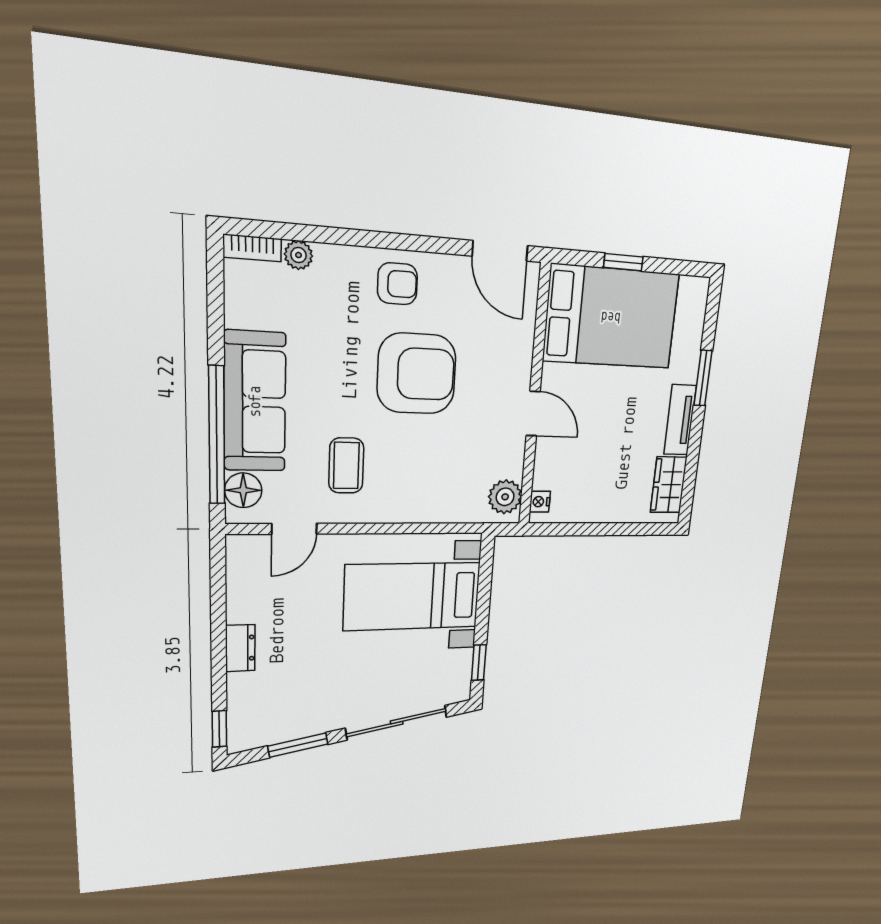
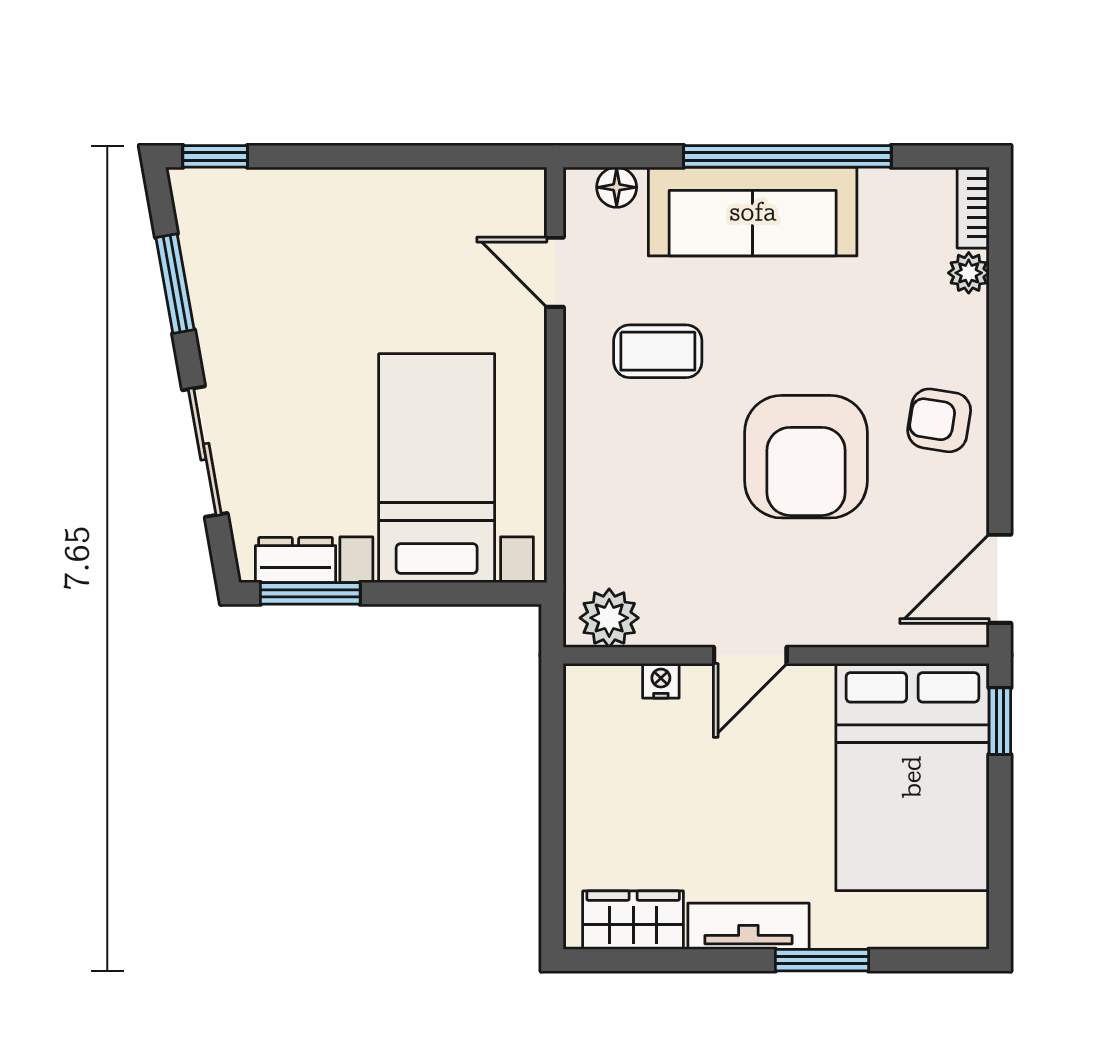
window: (623, 262) -> (1000, 721), moved
armchair: (397, 284) -> (939, 420), turned 99
window: (217, 436) -> (787, 156), moved
floor lamp: (243, 490) -> (617, 187), width x0.73, depth x0.73
nightstand: (540, 502) -> (661, 681), moved
dresser: (240, 648) -> (296, 560), moved, turned 180
window: (479, 663) -> (310, 593), width x1.50
sliding door: (397, 722) -> (205, 452), width x0.73

